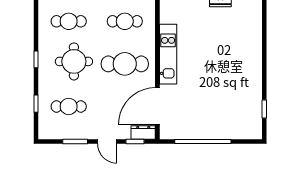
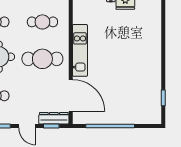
door: (157, 106) -> (71, 95), swing flipped
dresser: (143, 133) -> (54, 118), width x1.44

